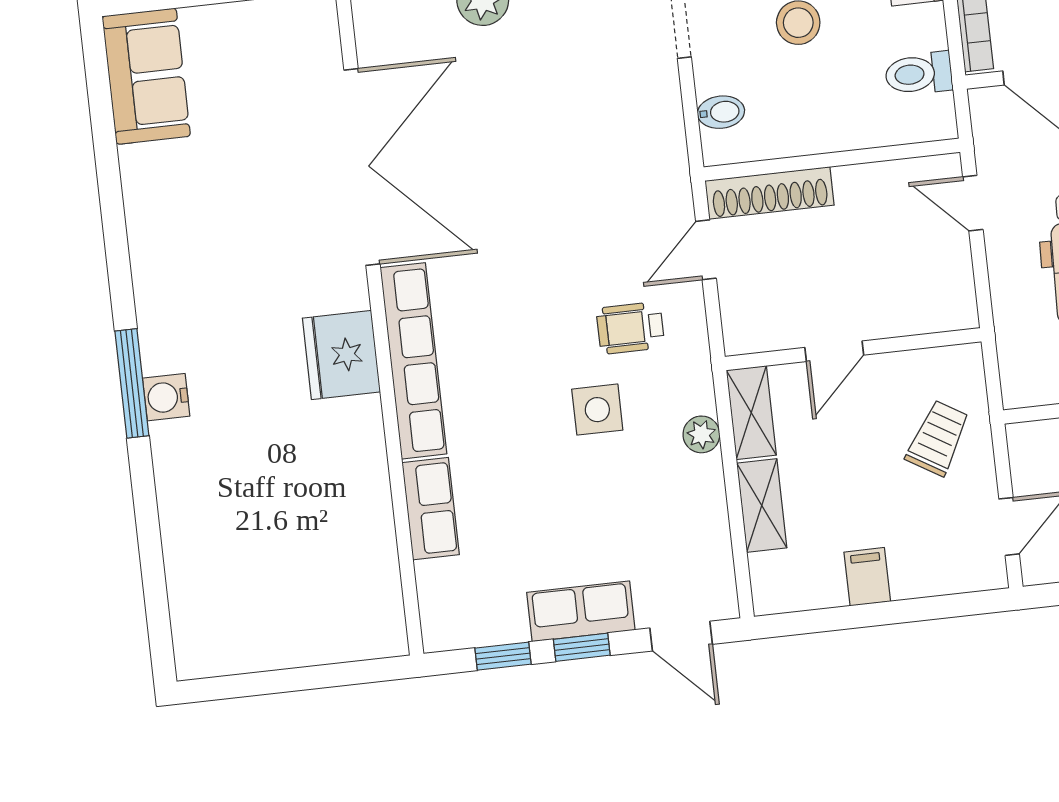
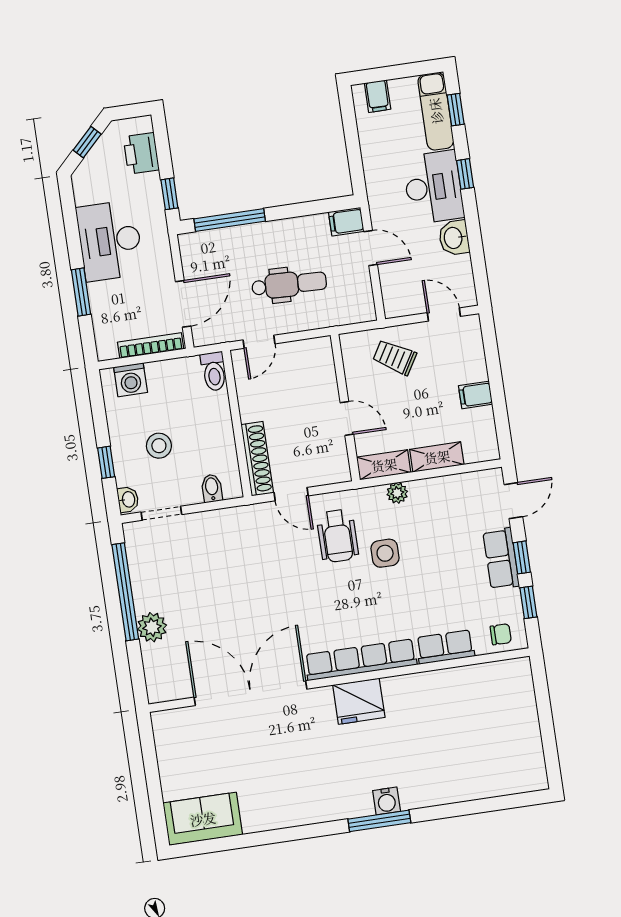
toilet: (919, 74) -> (214, 371), moved
wheelchair: (630, 328) -> (337, 536), width x1.36, depth x1.37
chair: (449, 606) -> (501, 634), added

